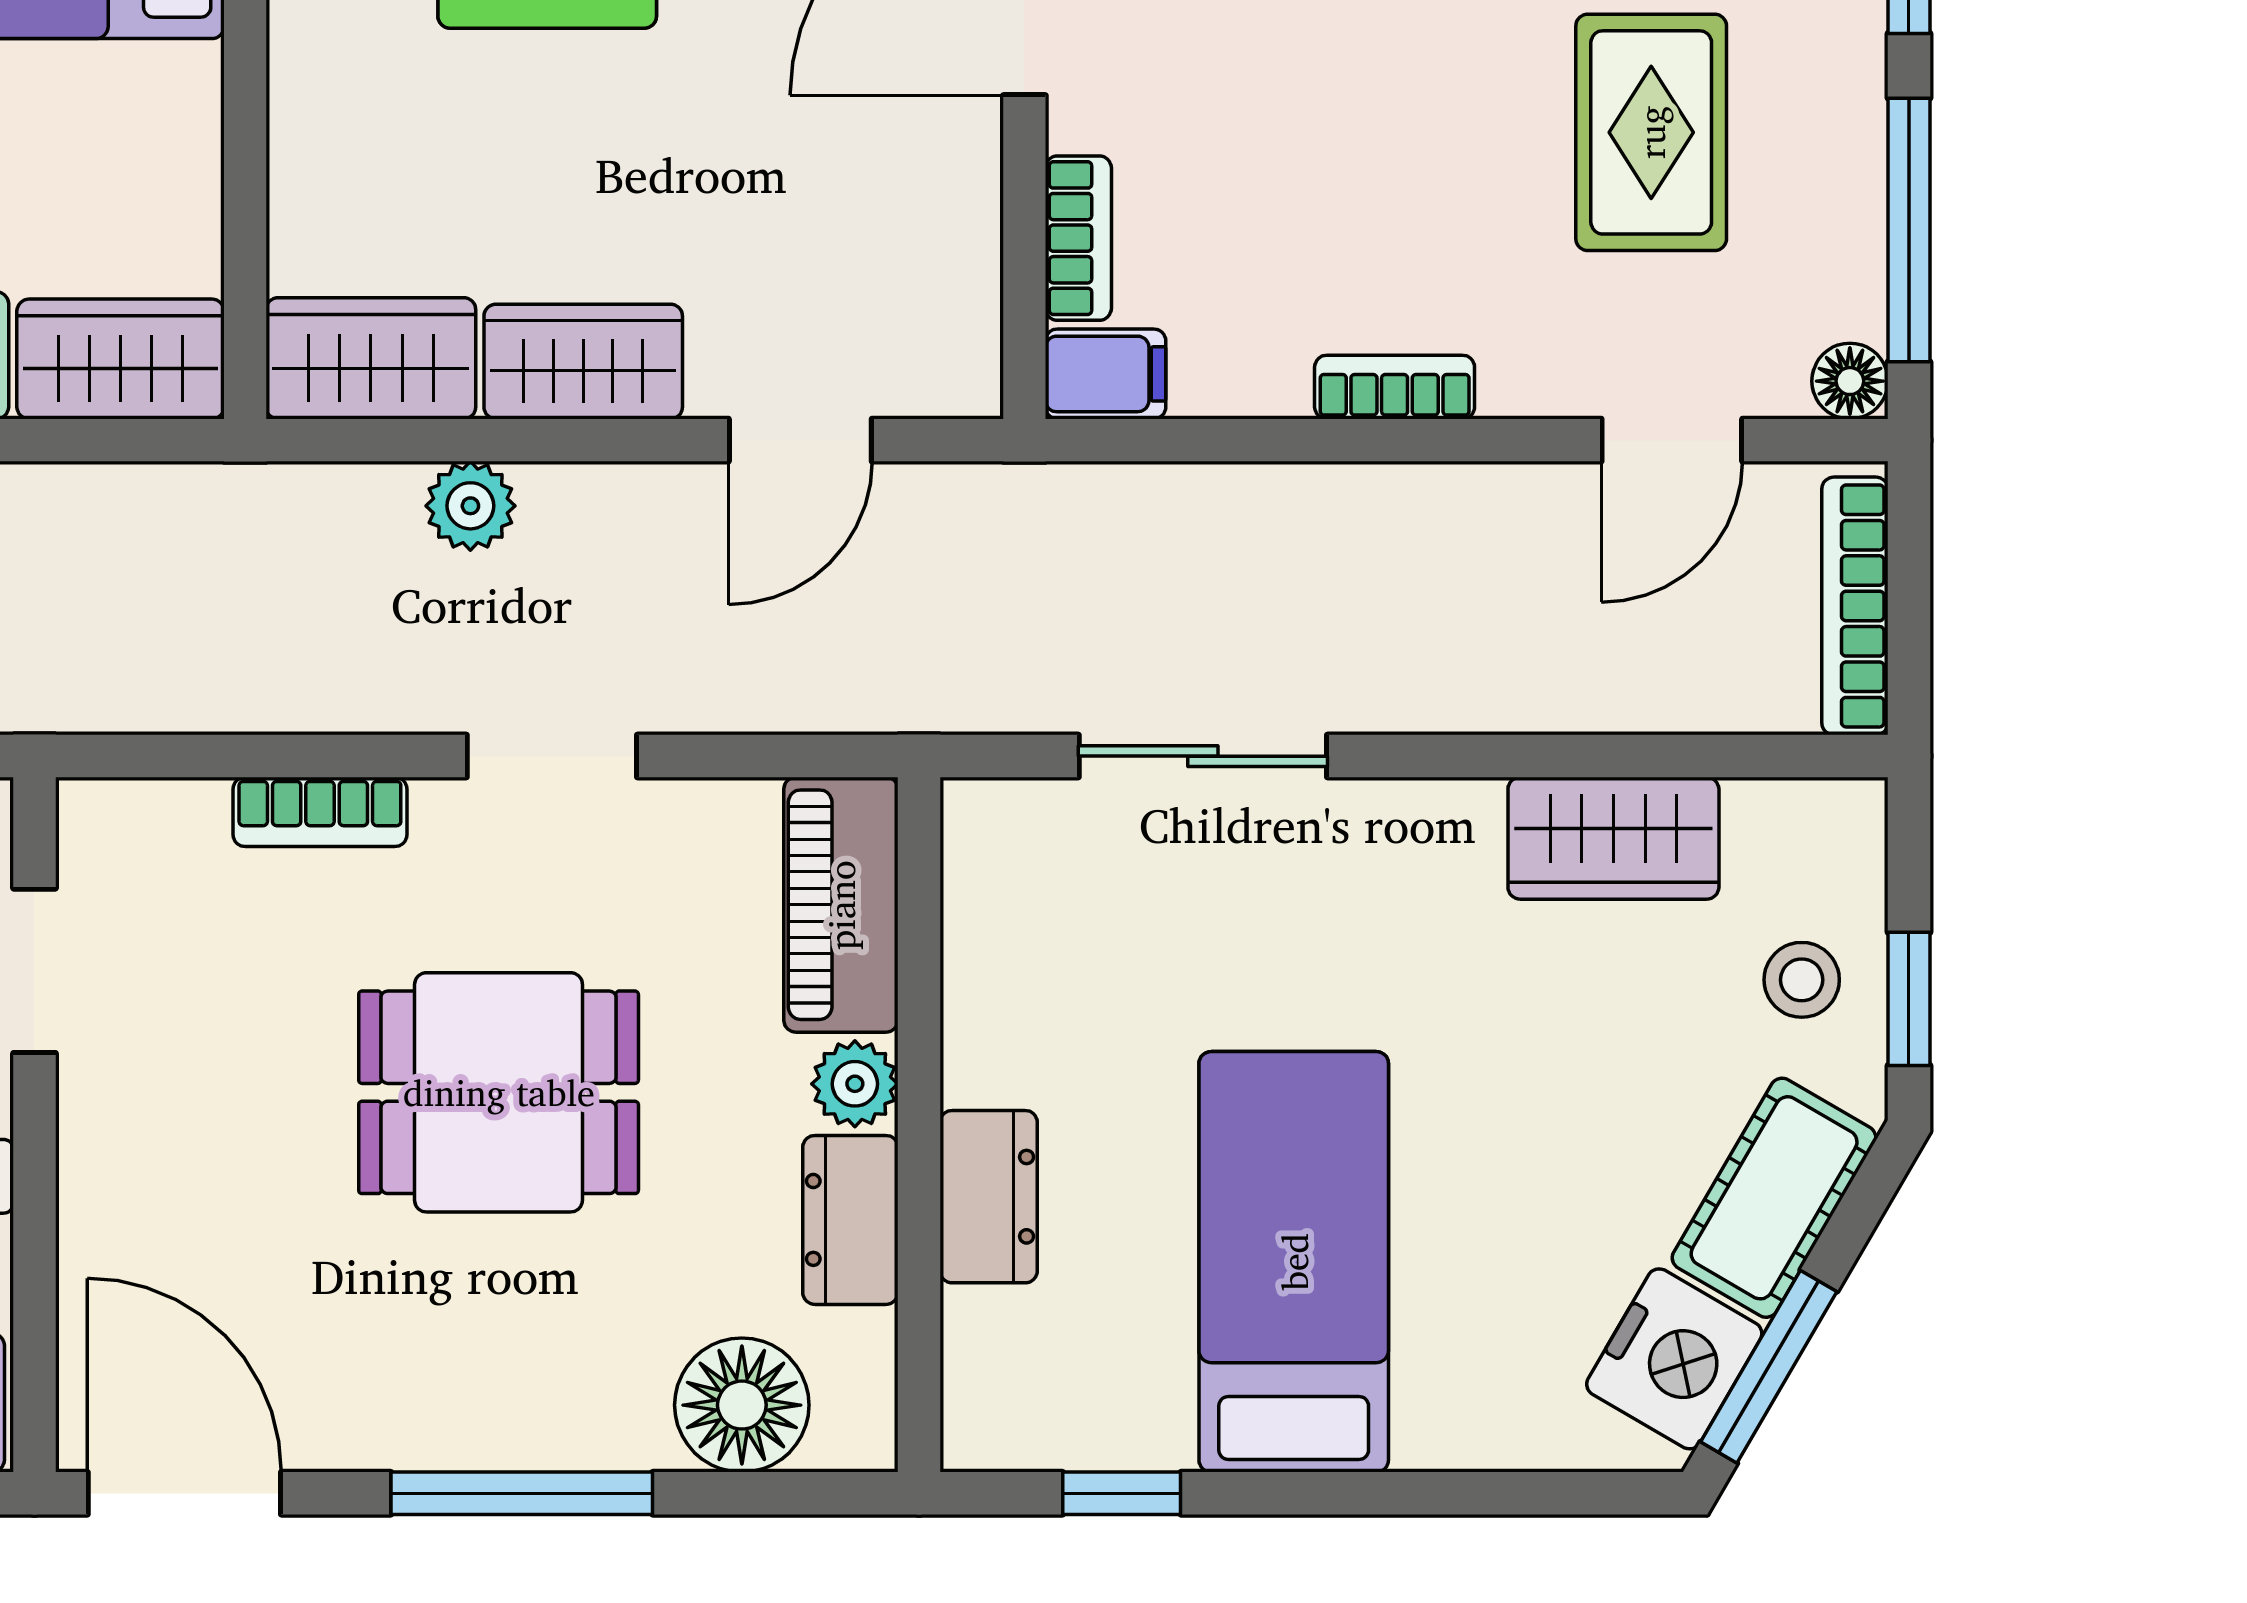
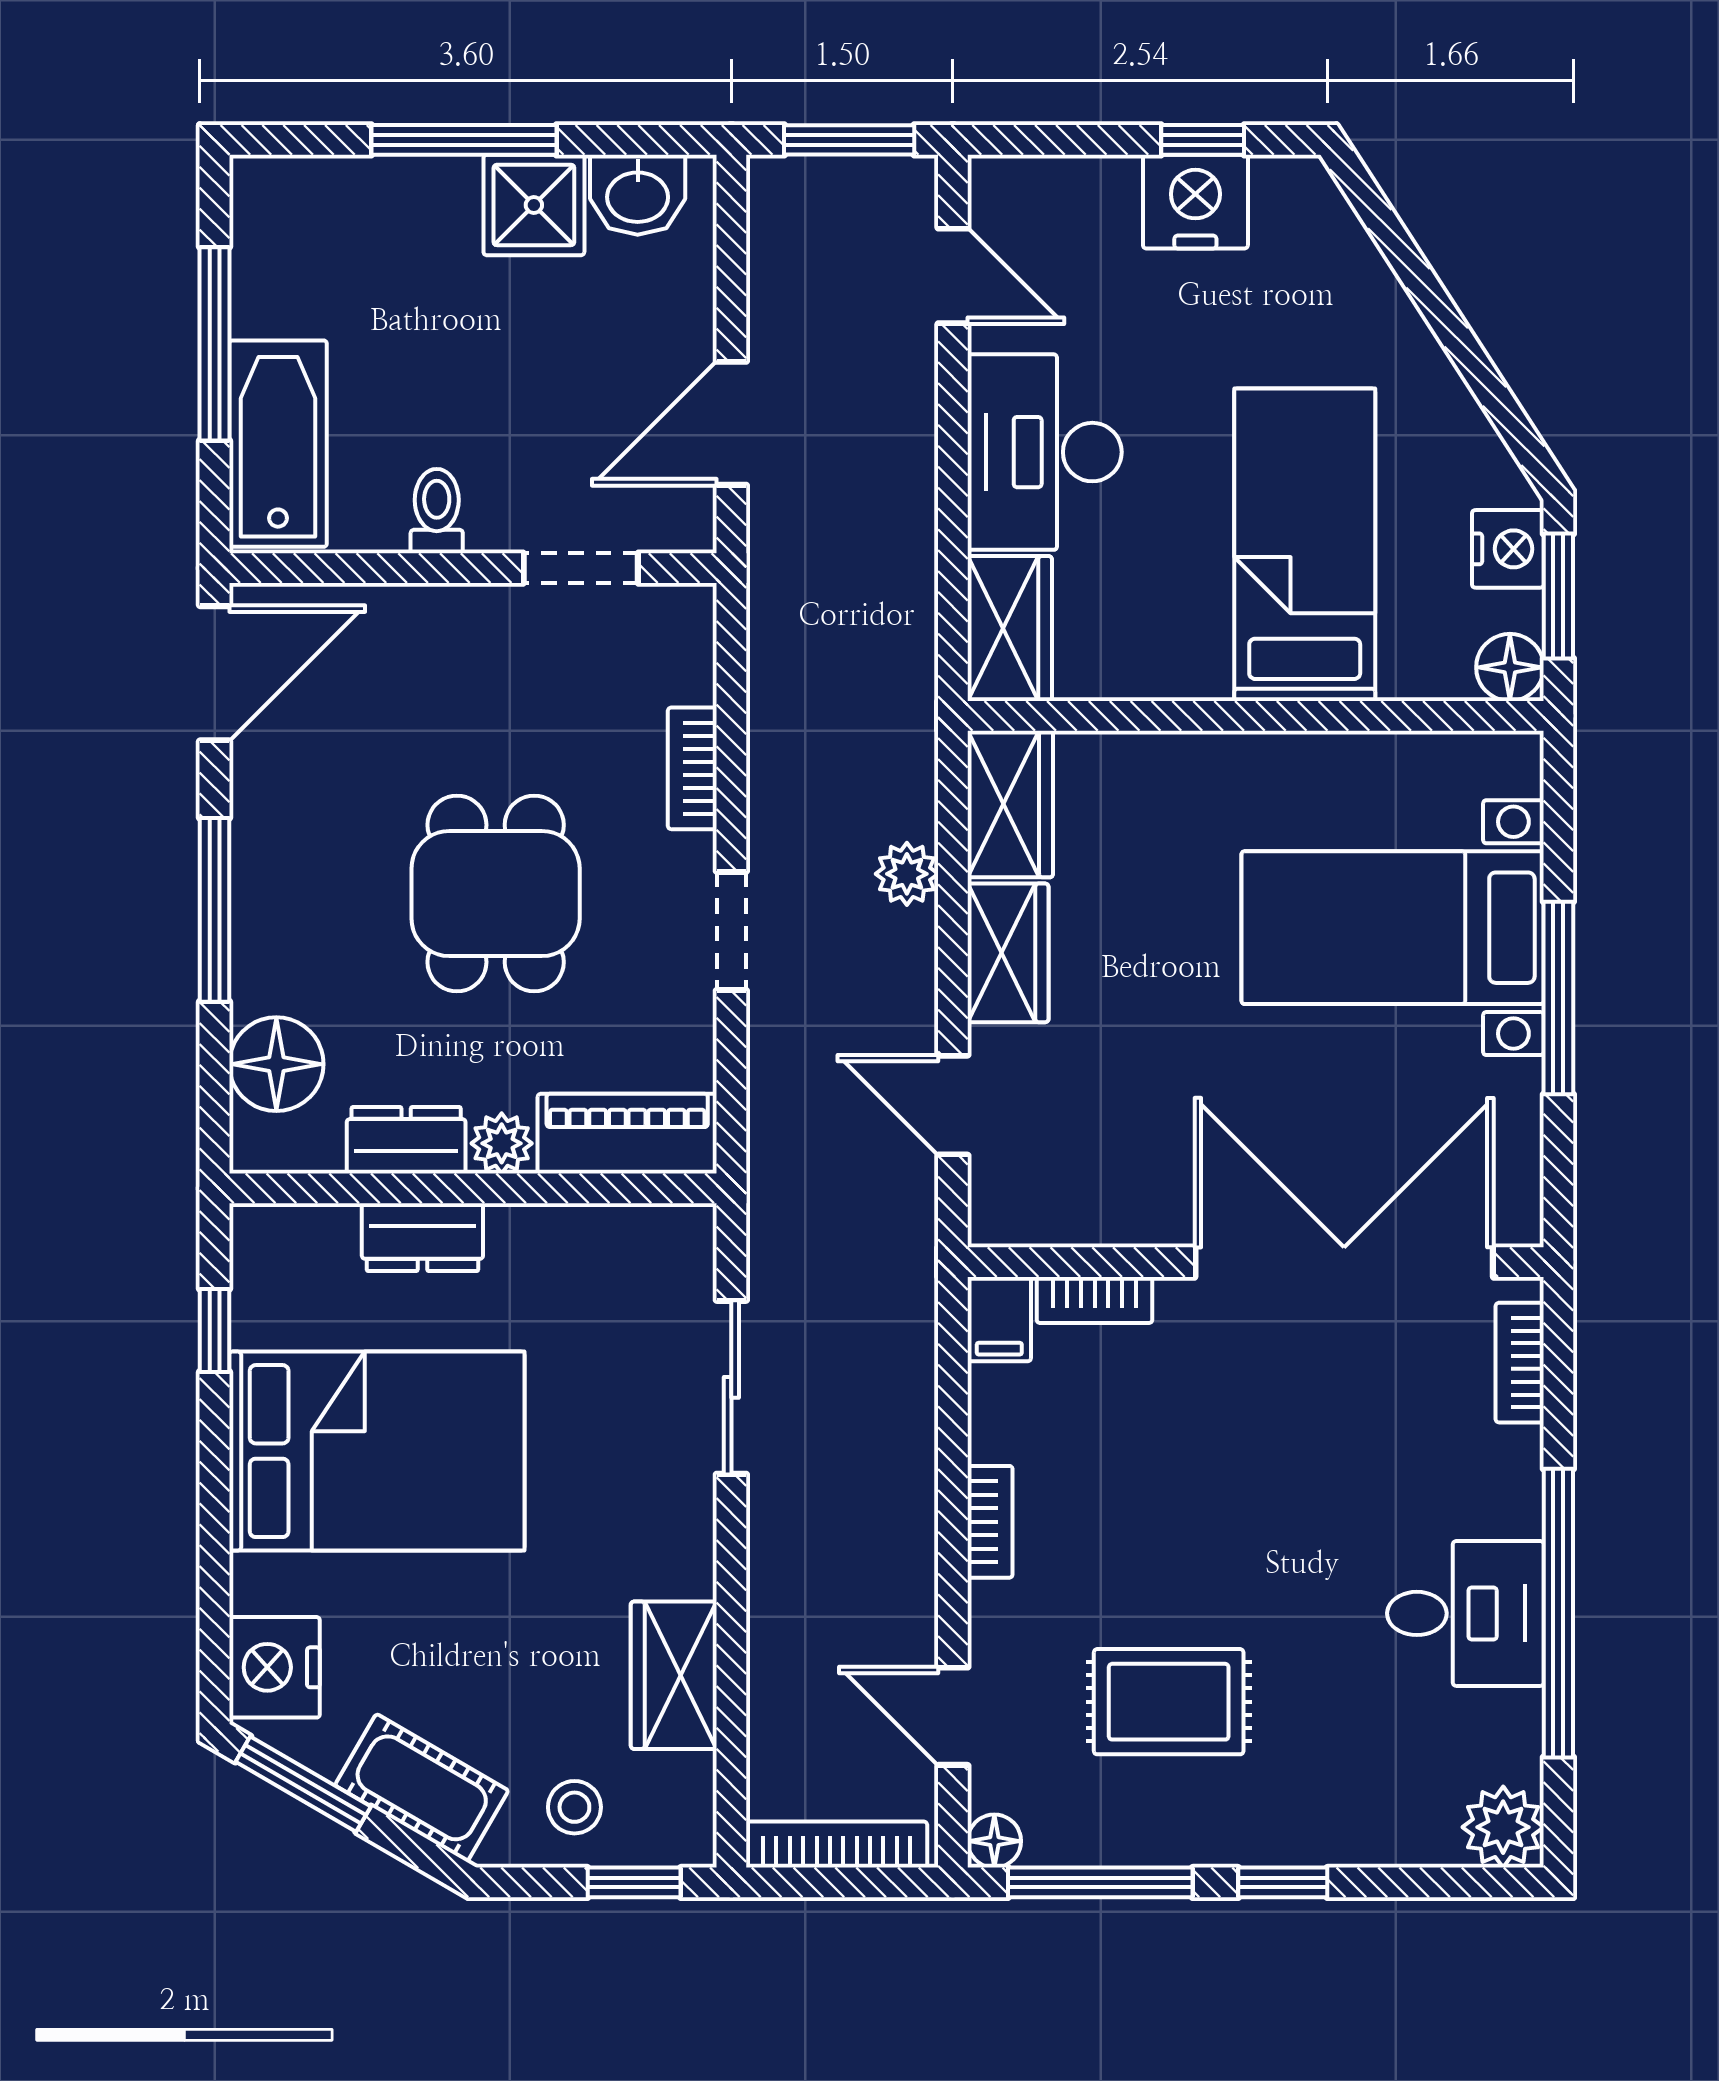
window: (1909, 999) -> (634, 1882), moved
bed: (1294, 1262) -> (377, 1451), width x1.50
nightstand: (1674, 1359) -> (275, 1667), moved, turned 60

